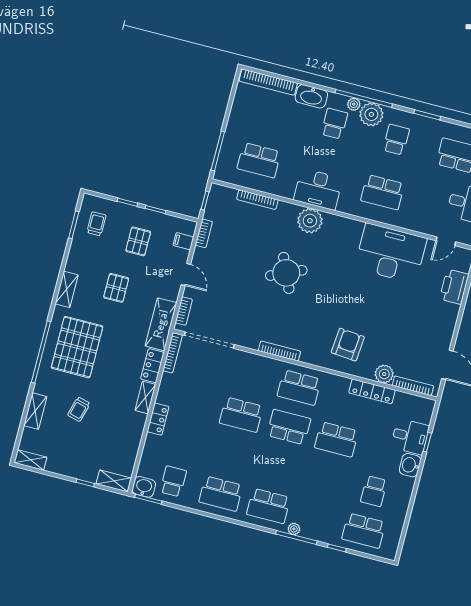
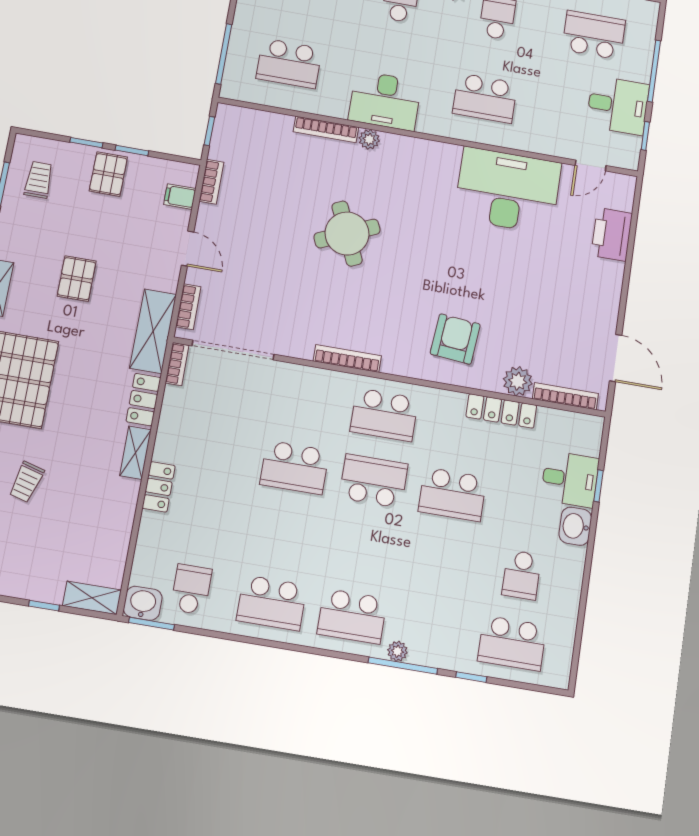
bookcase: (257, 200) -> (326, 129), moved
plant: (310, 221) -> (369, 139), width x0.53, depth x0.53
pallet: (138, 241) -> (108, 174), moved
bookcase: (173, 353) -> (177, 364), width x0.64

